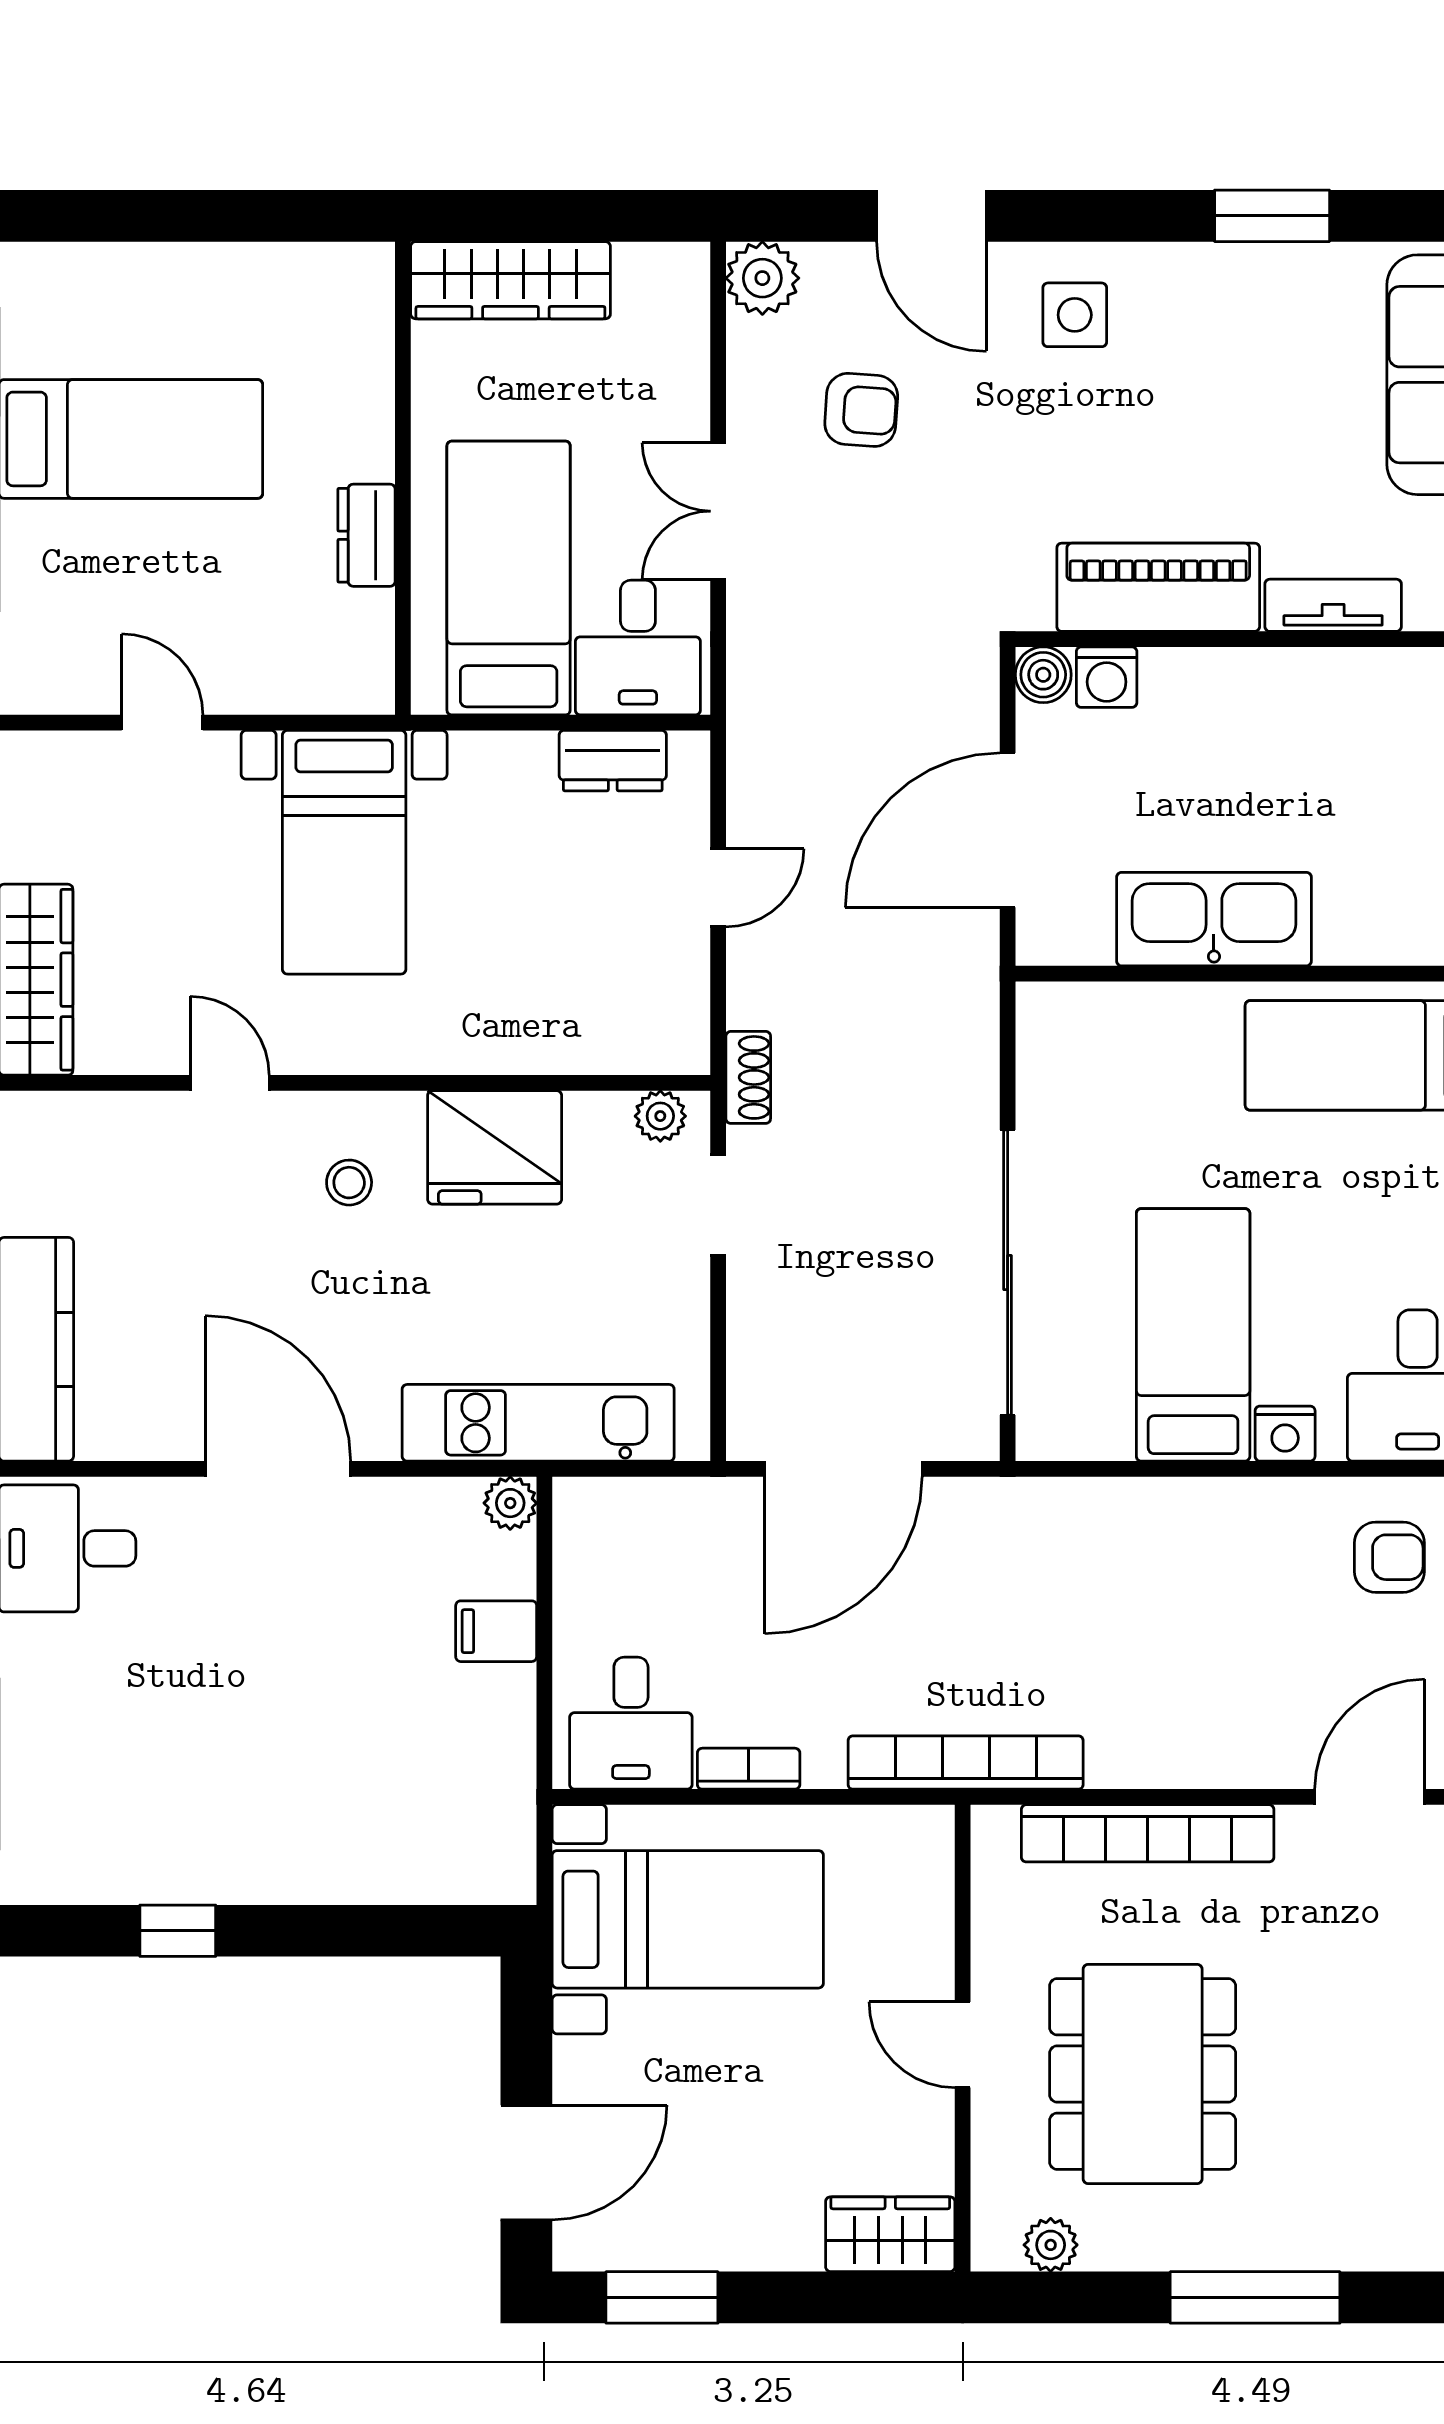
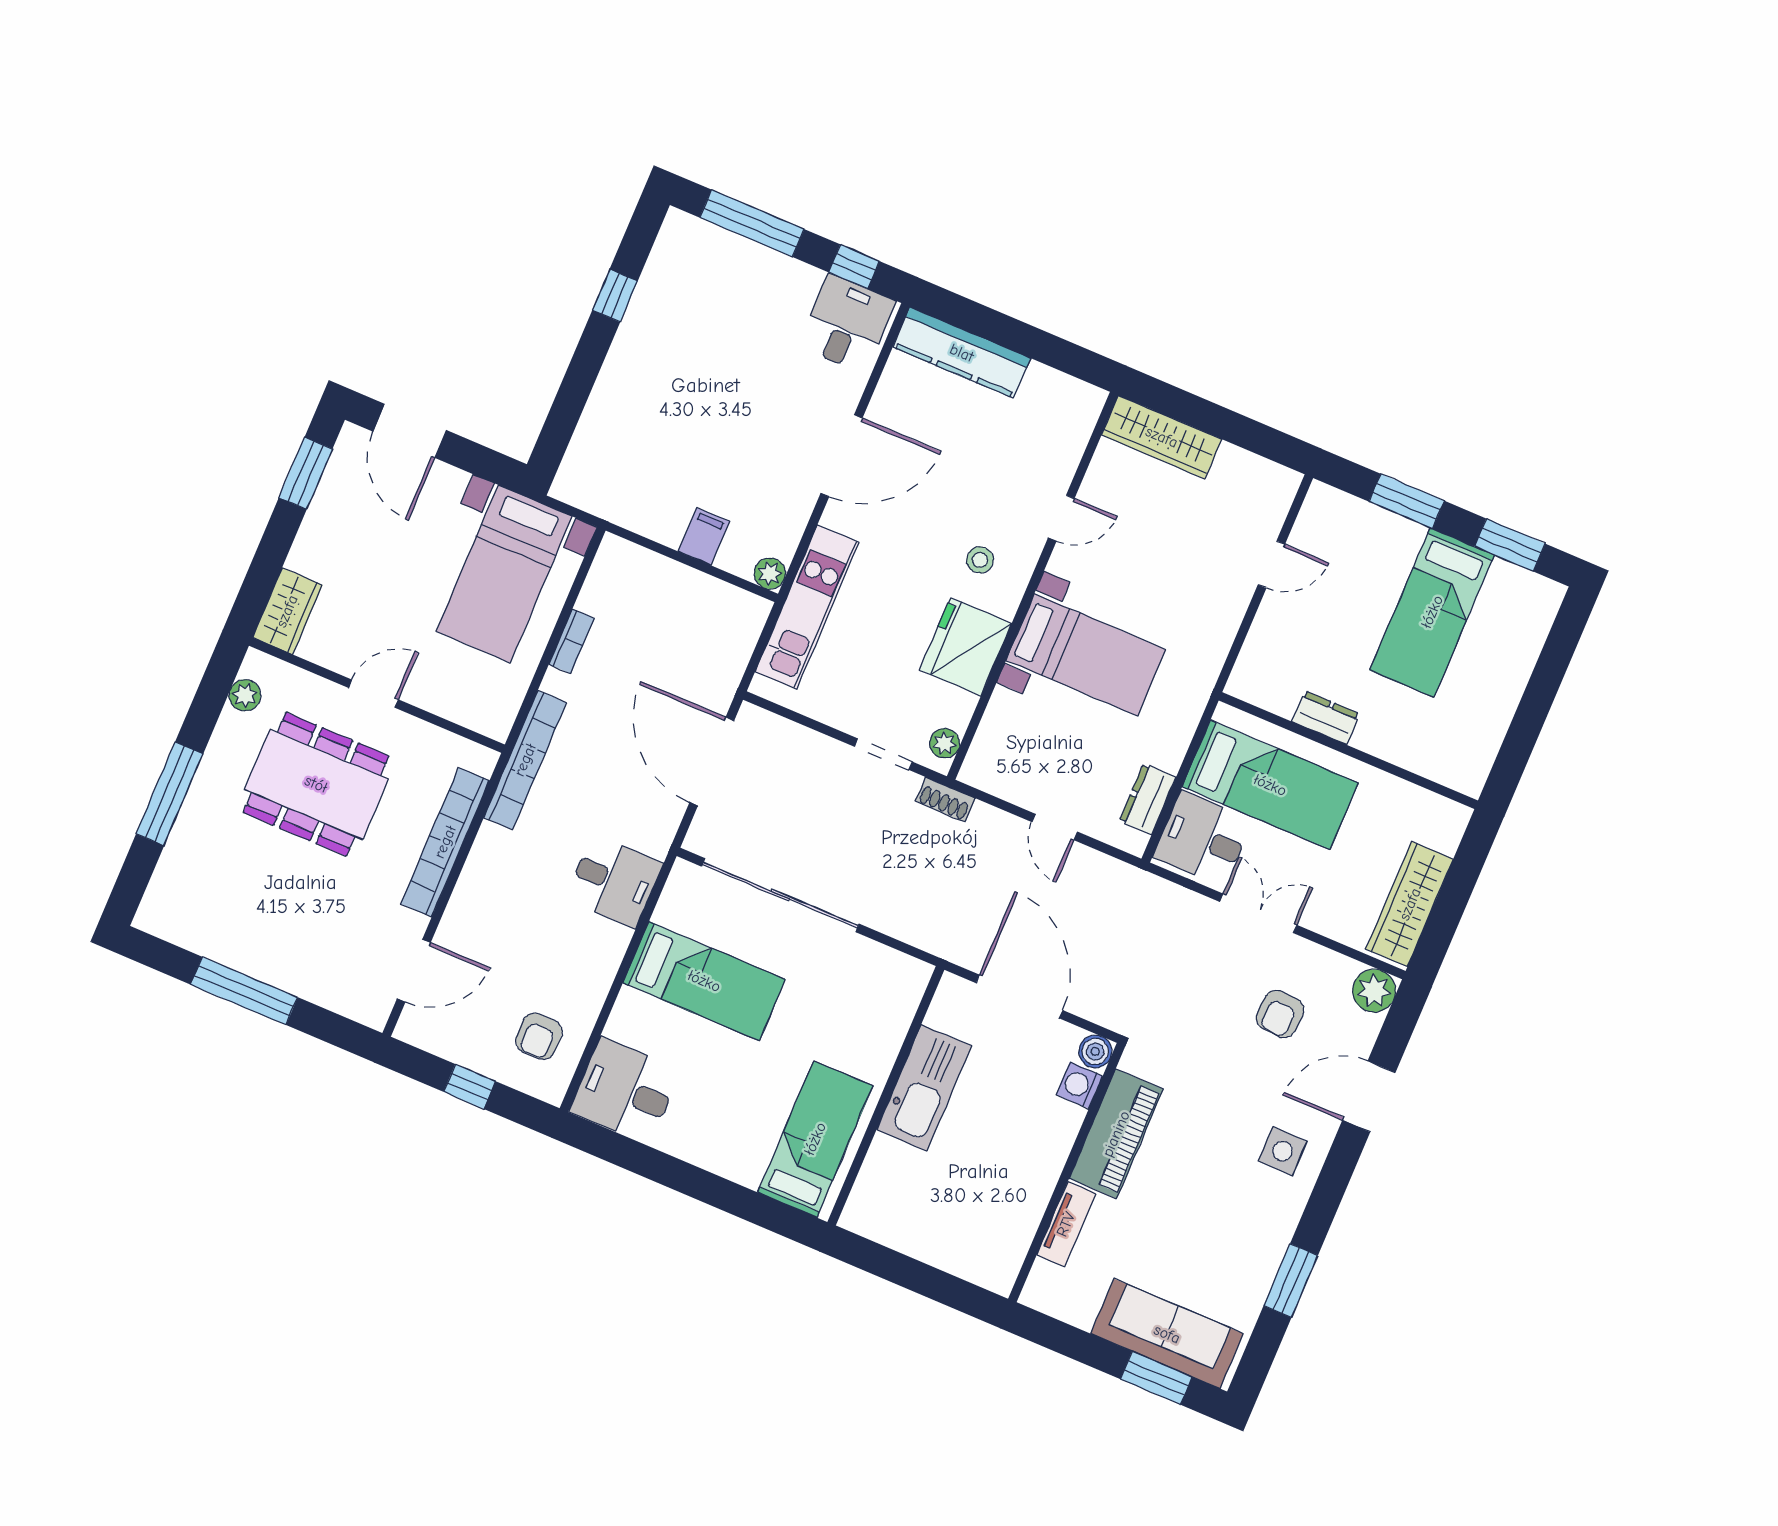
wardrobe: (510, 280) -> (1410, 904), moved
bed with nightstands: (344, 852) -> (1086, 655), moved, turned 180
nightstand: (1285, 1434) -> (630, 1008), removed
desk: (631, 1723) -> (614, 881), moved, turned 180
door: (1370, 1797) -> (414, 971), hinge flipped

